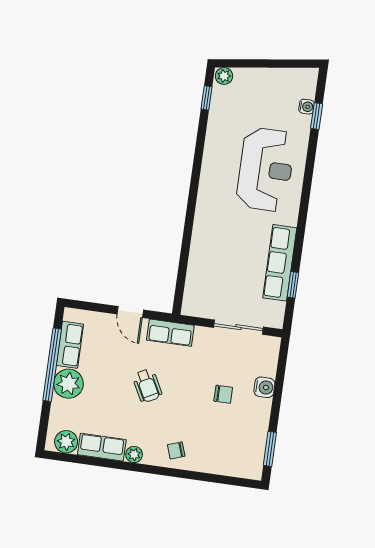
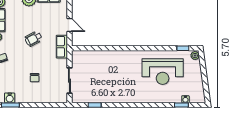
reception desk: (266, 170) -> (163, 72), moved
row of seats: (280, 263) -> (105, 97), removed
door: (130, 312) -> (69, 25), swing flipped
water cooler: (264, 387) -> (10, 98), moved

